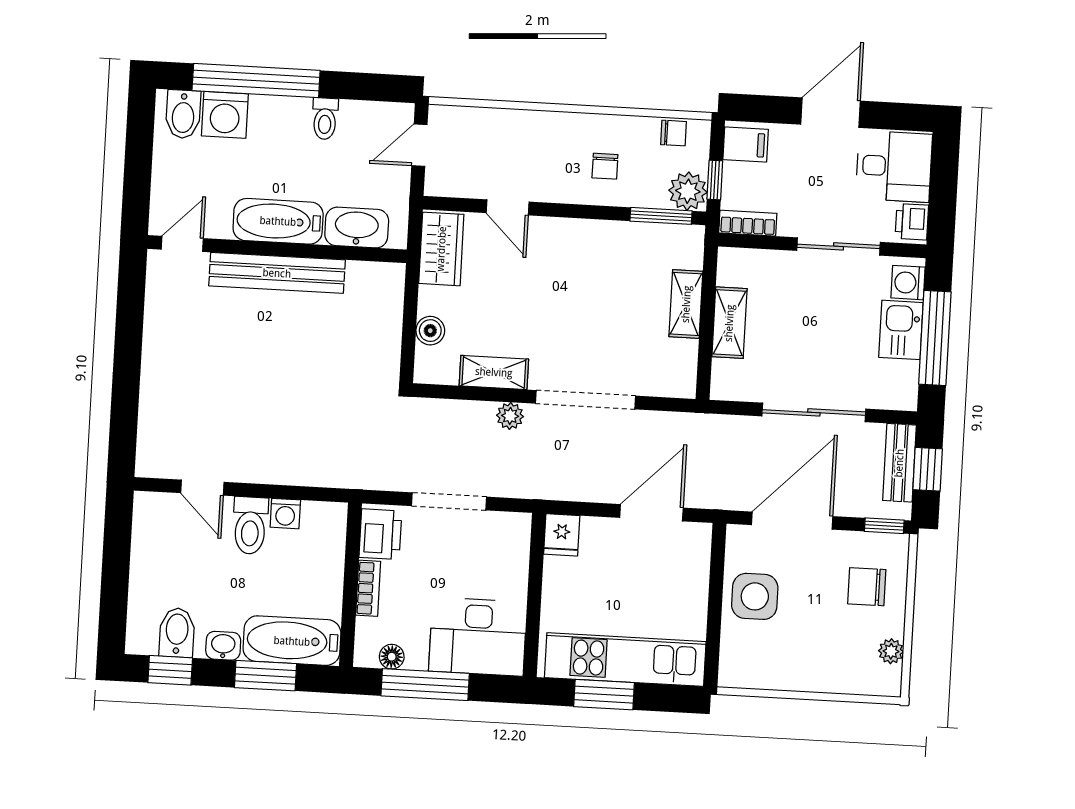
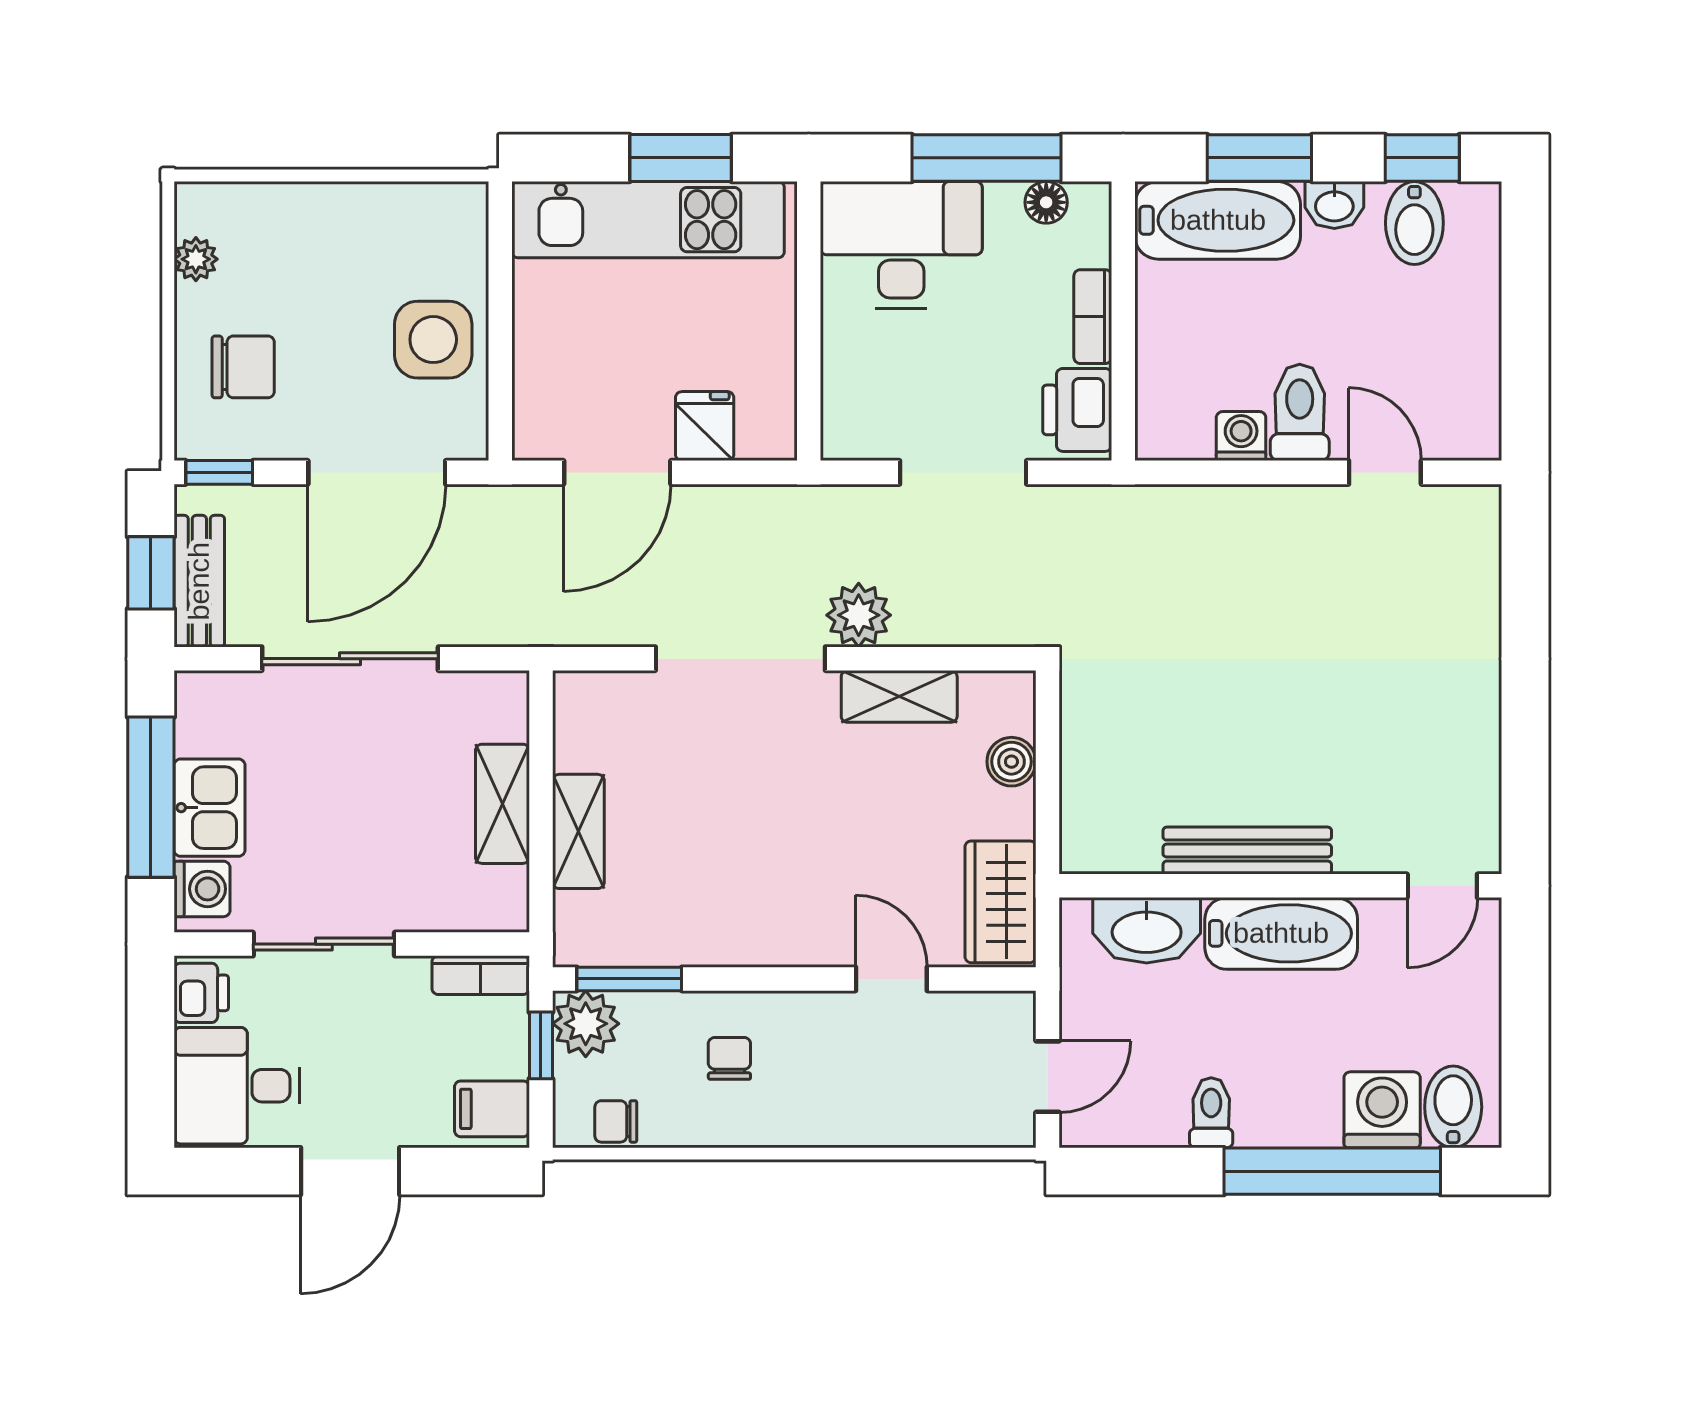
bench: (277, 273) -> (1247, 851), width x0.73, depth x0.82
plant: (510, 416) -> (859, 615), width x1.38, depth x1.38
fridge: (562, 535) -> (705, 426), moved

